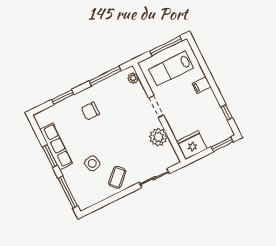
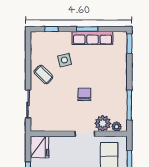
window: (63, 97) -> (129, 44), moved
chair: (90, 111) -> (84, 94), moved
plant: (158, 137) -> (103, 123), moved
window: (68, 192) -> (51, 29), width x0.46

